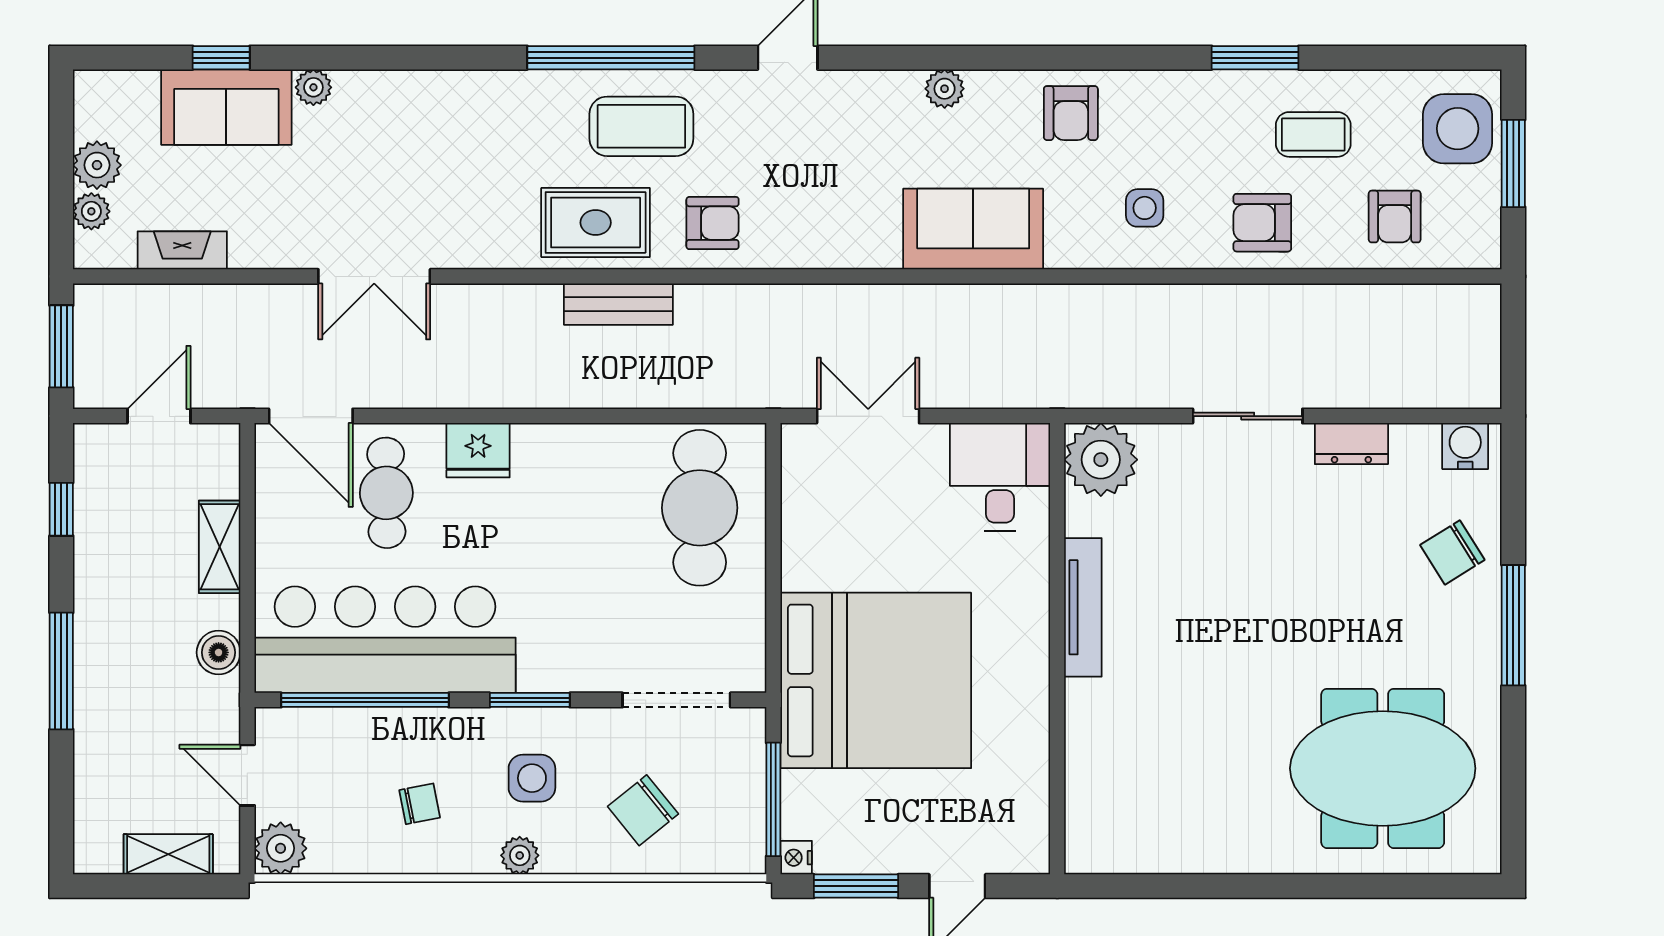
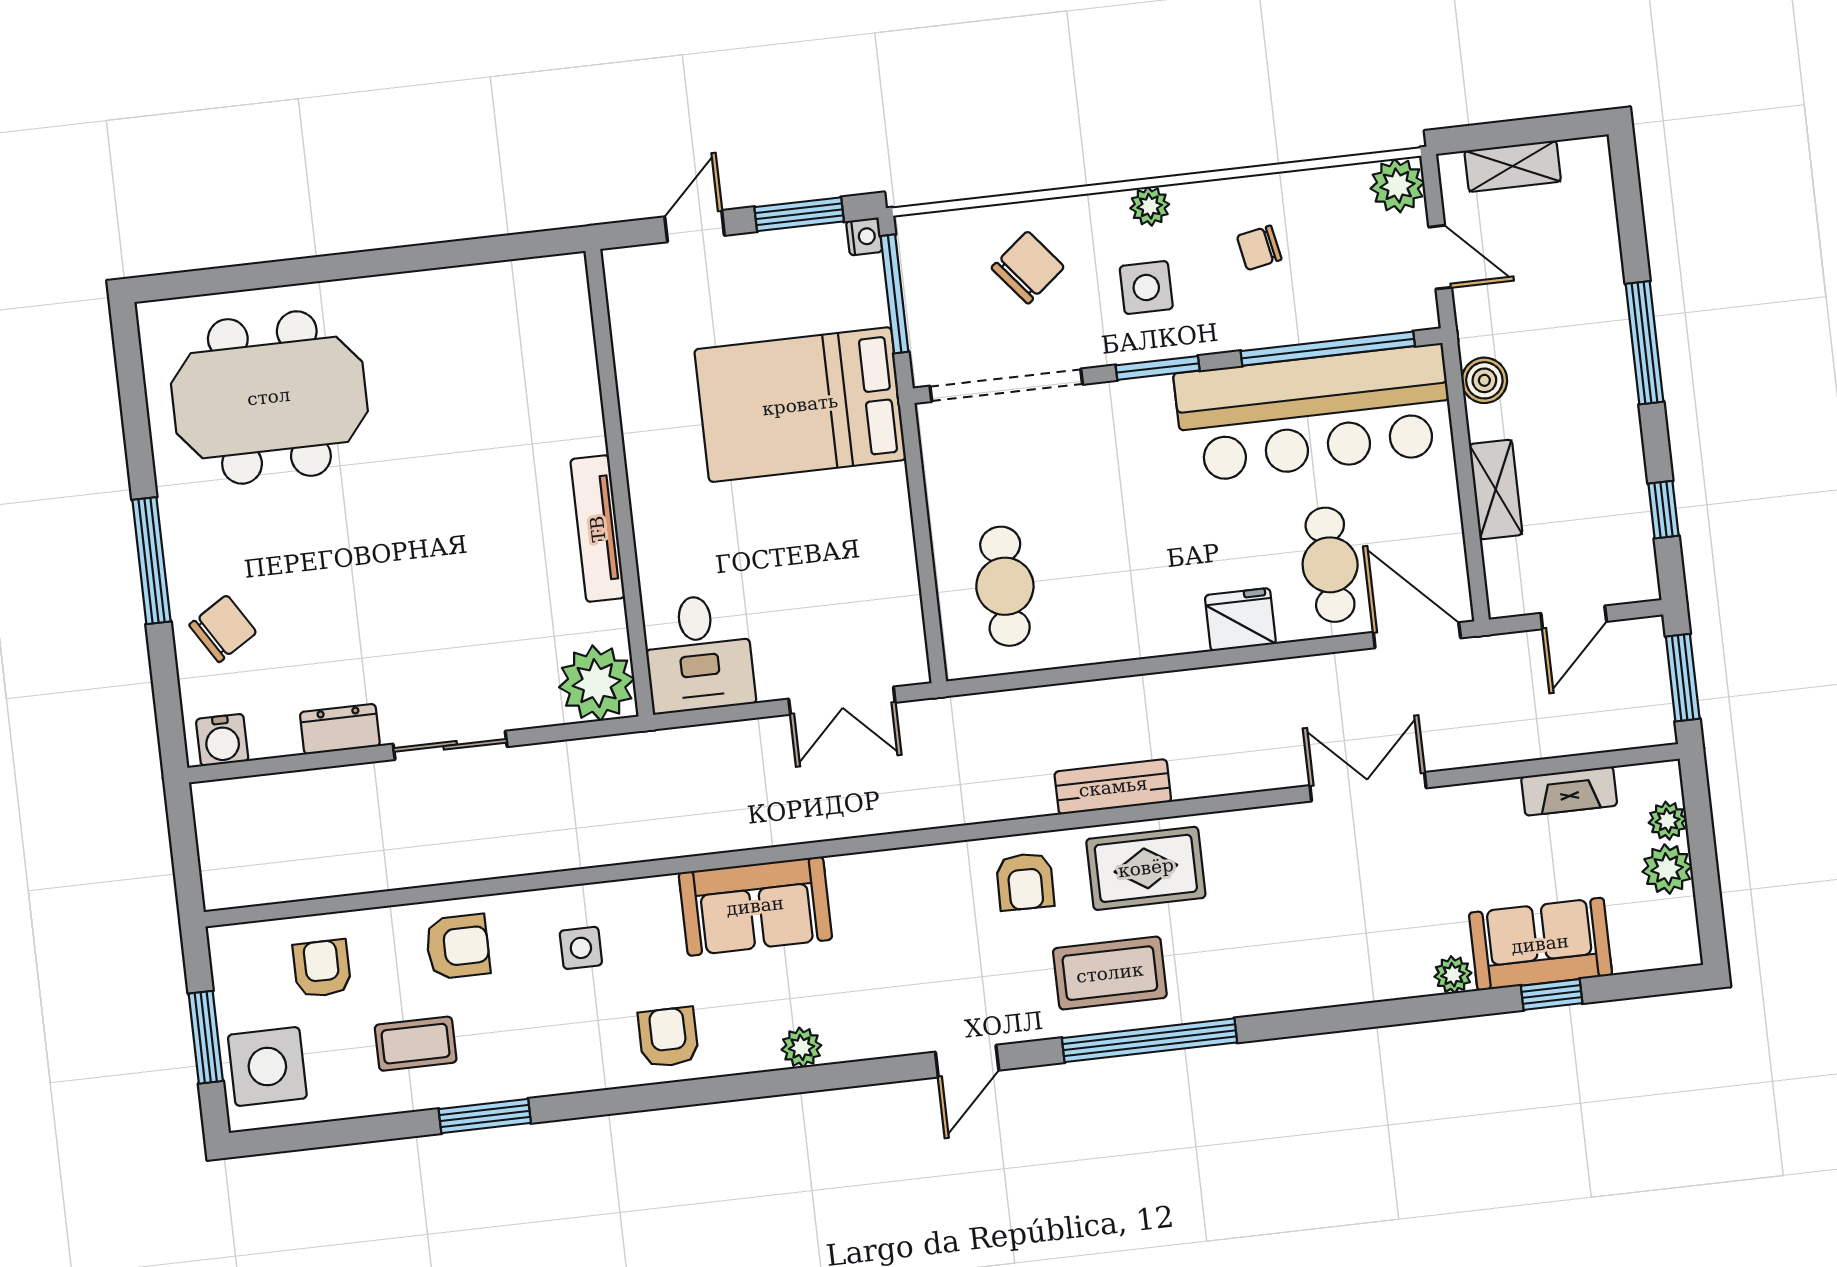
armchair: (713, 223) -> (1025, 882), turned -89
cafe table: (700, 508) -> (1005, 586), width x0.73, depth x0.74
bed: (876, 680) -> (800, 405), width x0.73
doorway: (676, 700) -> (1006, 385), width x1.36

